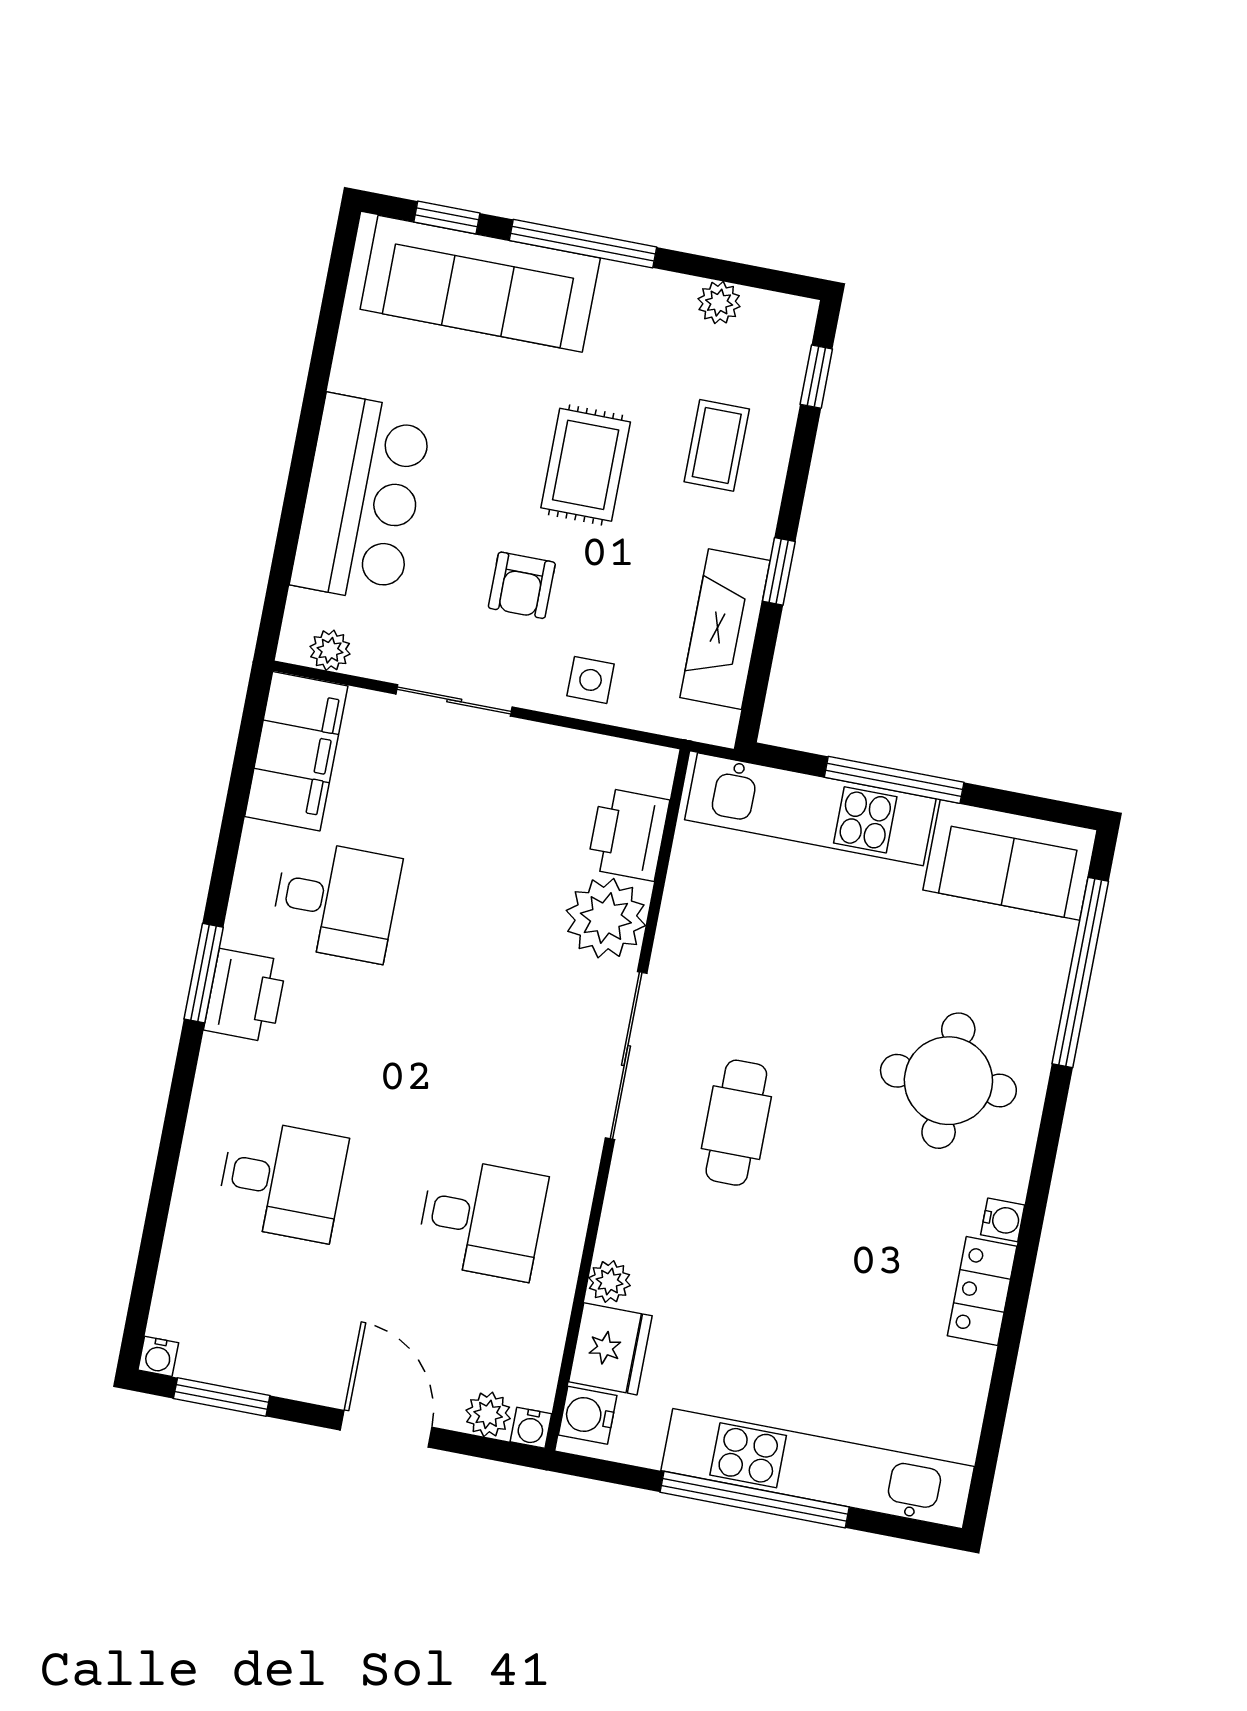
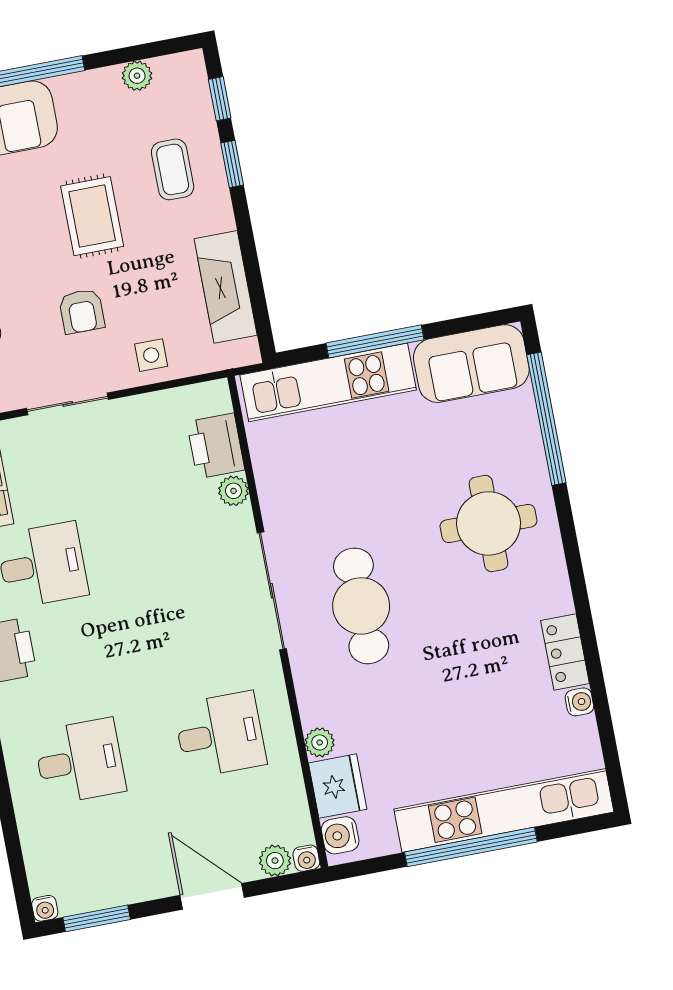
window: (779, 571) -> (232, 164), moved
plant: (606, 918) -> (233, 491), width x0.53, depth x0.53
cafe table: (736, 1123) -> (361, 606), width x1.37, depth x1.35
water cooler: (1003, 1220) -> (579, 702), moved

